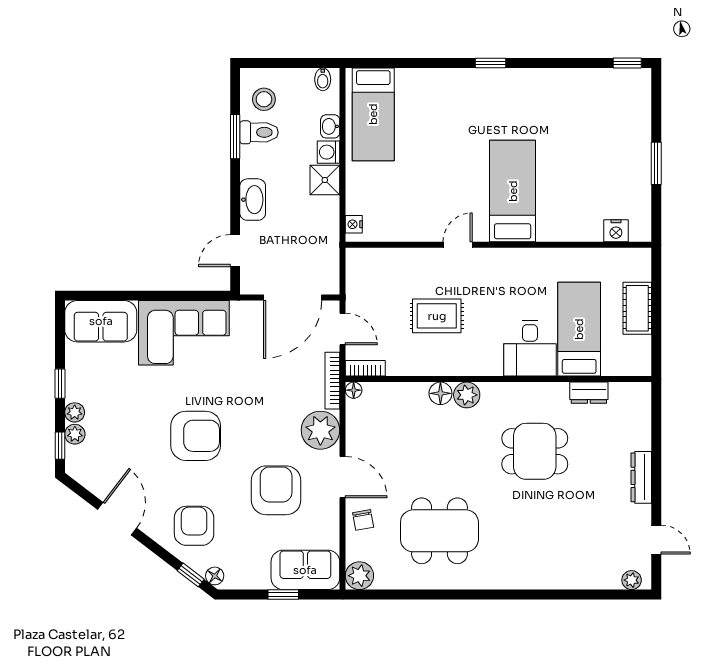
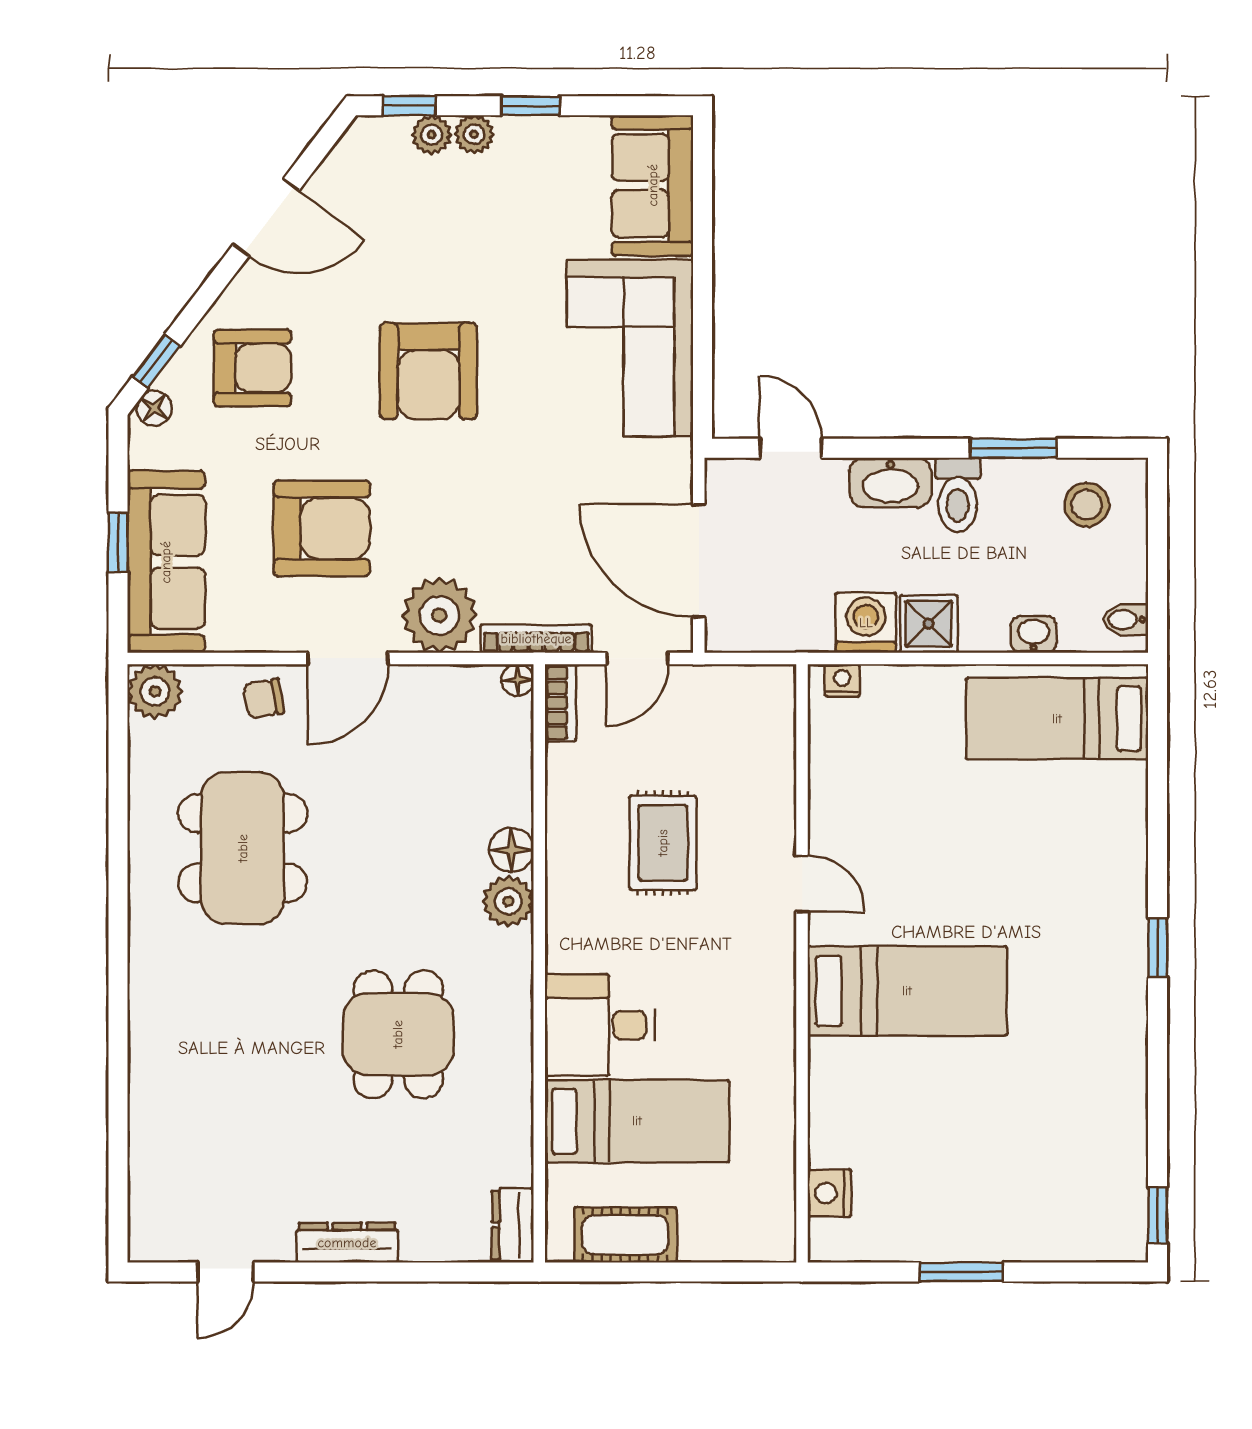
toilet: (259, 132) -> (958, 495), moved
washing machine: (328, 152) -> (866, 623), moved, width x1.38, depth x1.38
cot: (637, 308) -> (625, 1235), moved
dresser: (589, 393) -> (513, 1225), moved
sofa: (305, 570) -> (166, 562), width x1.36
plant: (632, 580) -> (146, 1224), removed

